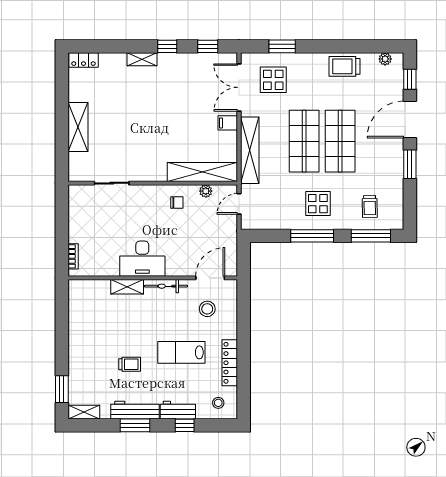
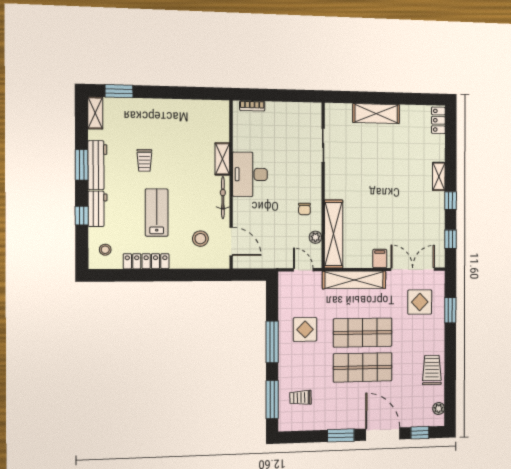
display table: (318, 204) -> (305, 329), moved

